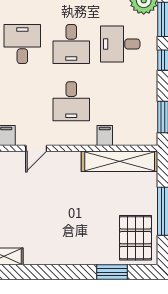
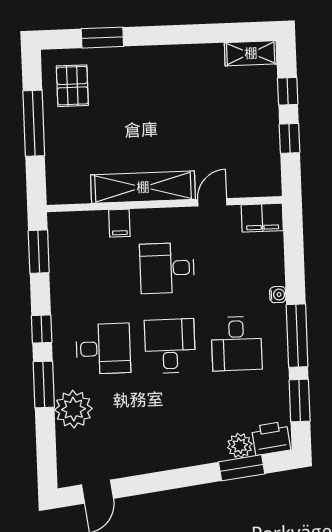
desk: (71, 101) -> (167, 268), turned -90
shelving: (120, 161) -> (143, 187), moved
pallet: (135, 238) -> (72, 86), width x0.67, depth x0.71

